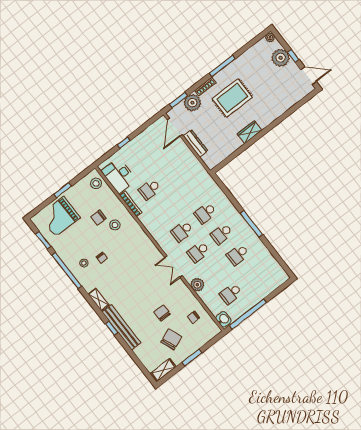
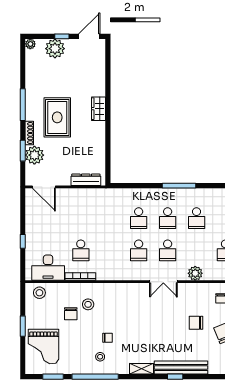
window: (178, 100) -> (23, 151), moved
wardrobe: (250, 132) -> (98, 109), moved
dresser: (196, 143) -> (86, 180), moved

